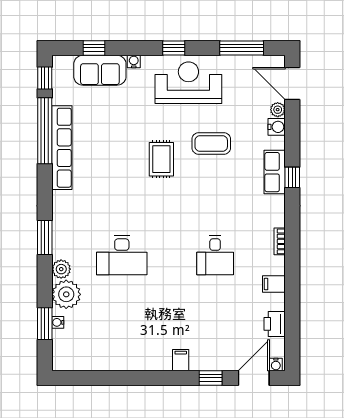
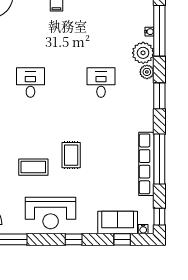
window: (174, 48) -> (74, 239), moved
water cooler: (134, 61) -> (143, 229), moved
window: (45, 131) -> (159, 159), moved
desk: (122, 255) -> (101, 82), width x0.73
window: (45, 324) -> (159, 31), width x2.11

